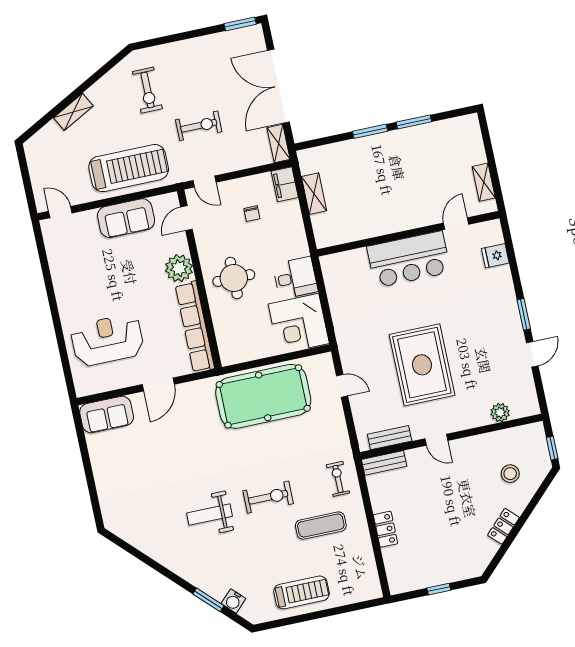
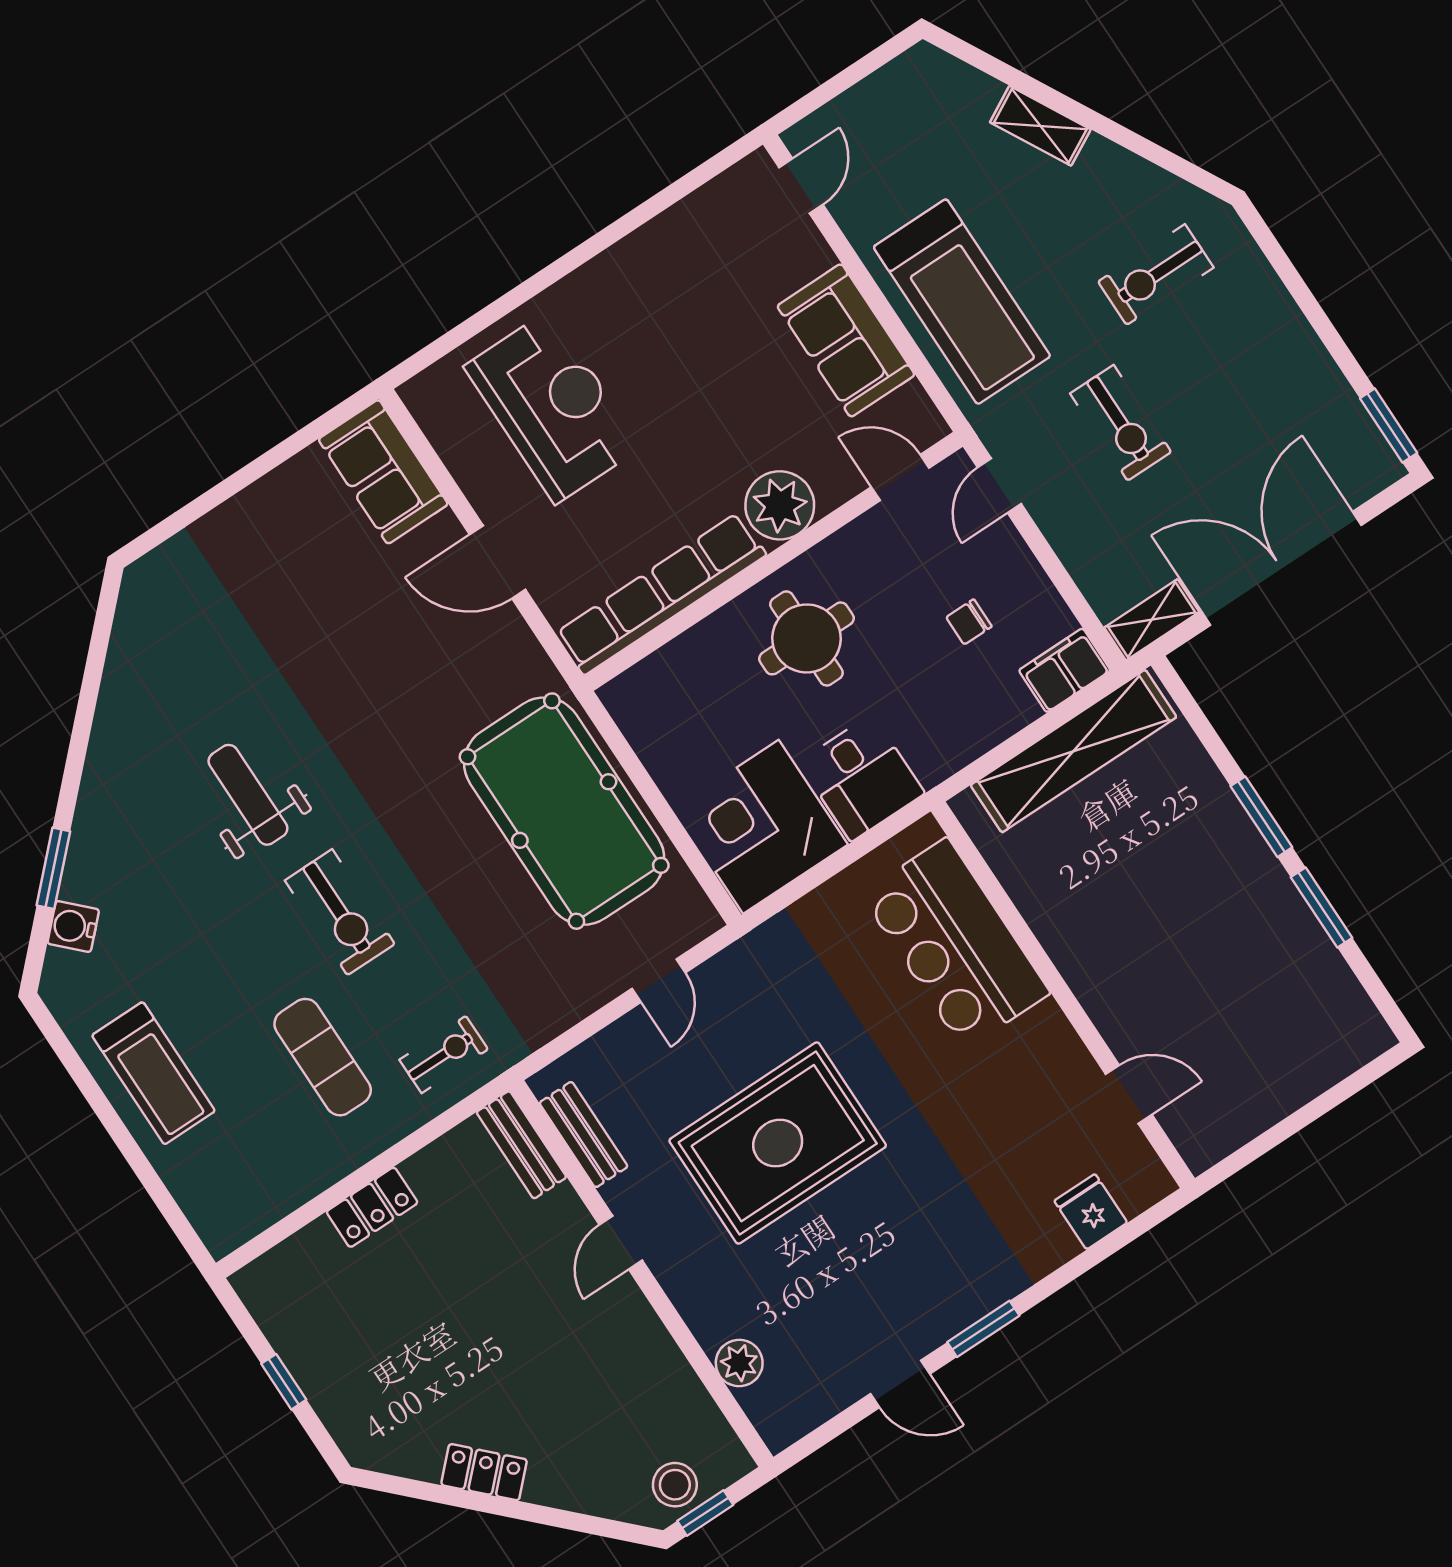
shelving: (484, 182) -> (1247, 1120), removed
shelving: (314, 194) -> (1074, 751), width x2.20, depth x1.33
bar counter: (409, 259) -> (955, 944), moved
stool: (510, 474) -> (675, 1485), moved

